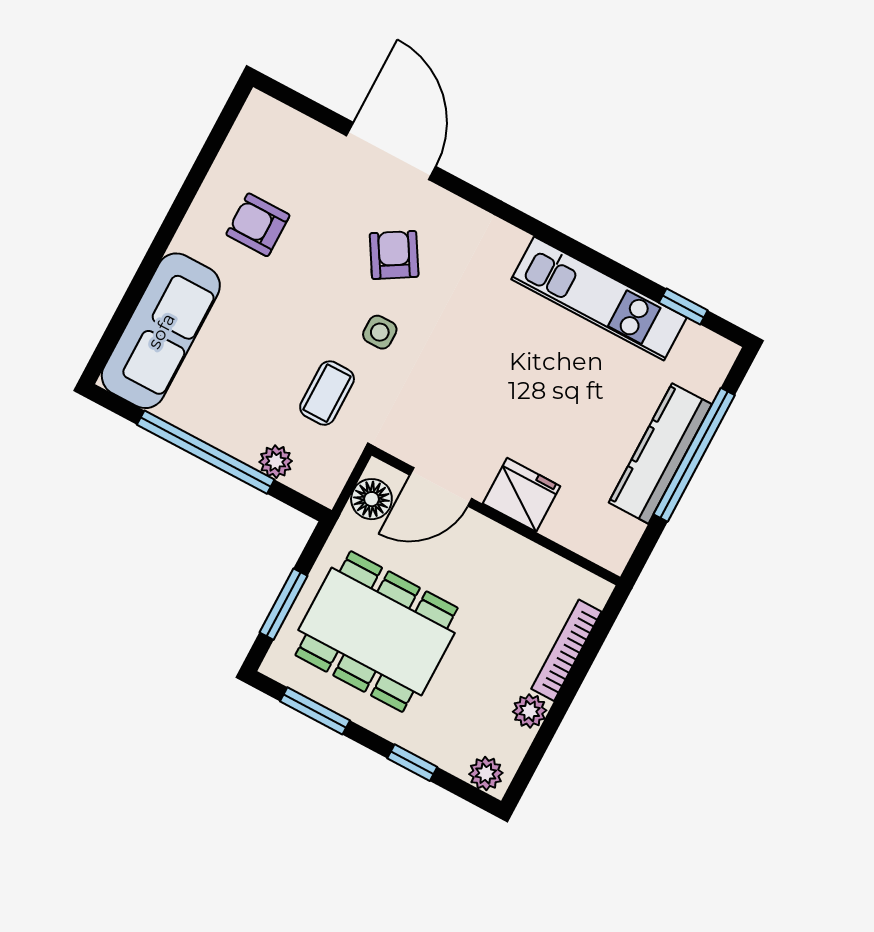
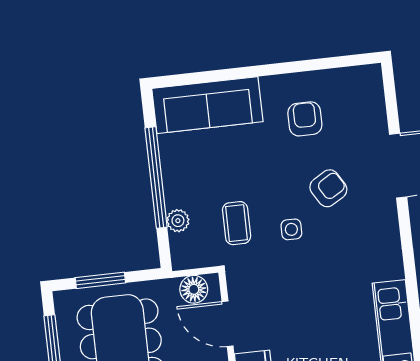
armchair: (394, 255) -> (328, 188), moved
coffee table: (327, 393) -> (237, 223), turned 90

